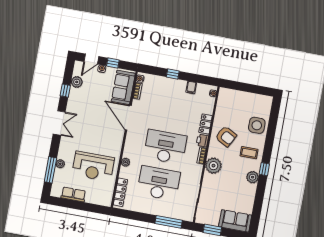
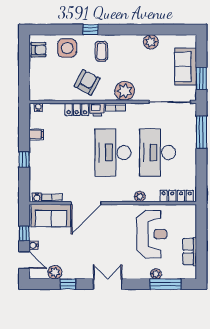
armchair: (260, 102) -> (38, 50), added
window: (264, 169) -> (90, 30), moved
plant: (253, 177) -> (151, 42), moved
sofa: (235, 221) -> (186, 67), moved

